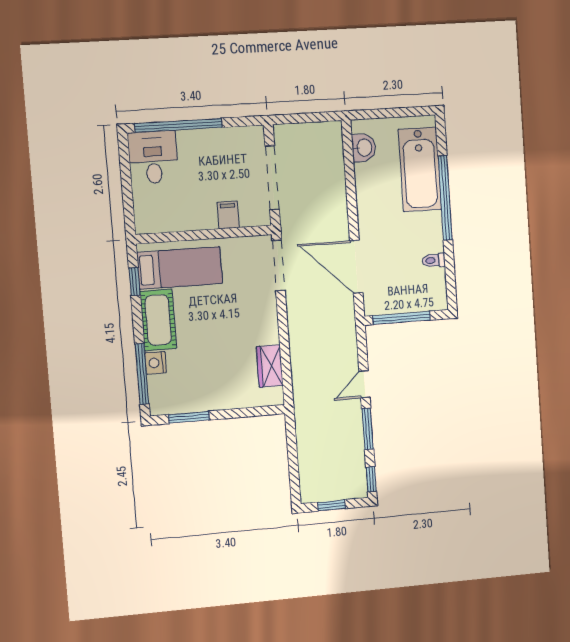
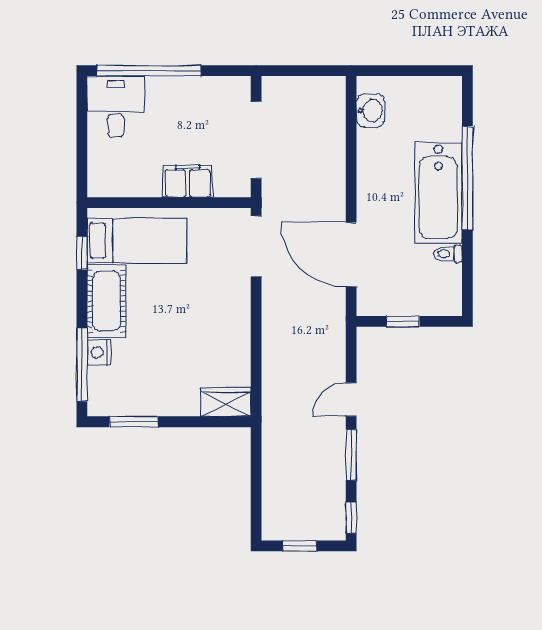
bathtub: (420, 169) -> (438, 192), moved
filing cabinet: (228, 215) -> (188, 181), width x2.00
window: (401, 318) -> (403, 321), width x0.46
wardrobe: (270, 366) -> (226, 402), moved, turned 90

